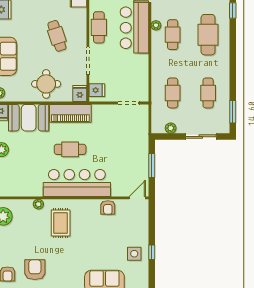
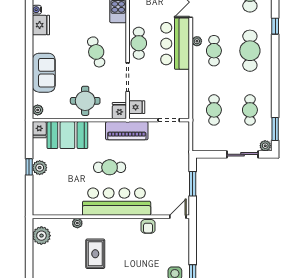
piano: (70, 113) -> (127, 131), moved
plant: (171, 128) -> (265, 146), moved
rug: (61, 223) -> (95, 254), moved

